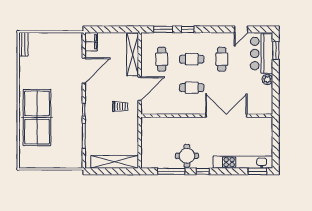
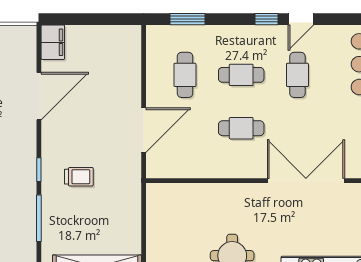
window: (188, 29) -> (267, 19), moved
door: (241, 29) -> (301, 19), moved
shelving: (133, 54) -> (130, 66), removed
trolley: (120, 107) -> (79, 177), moved

